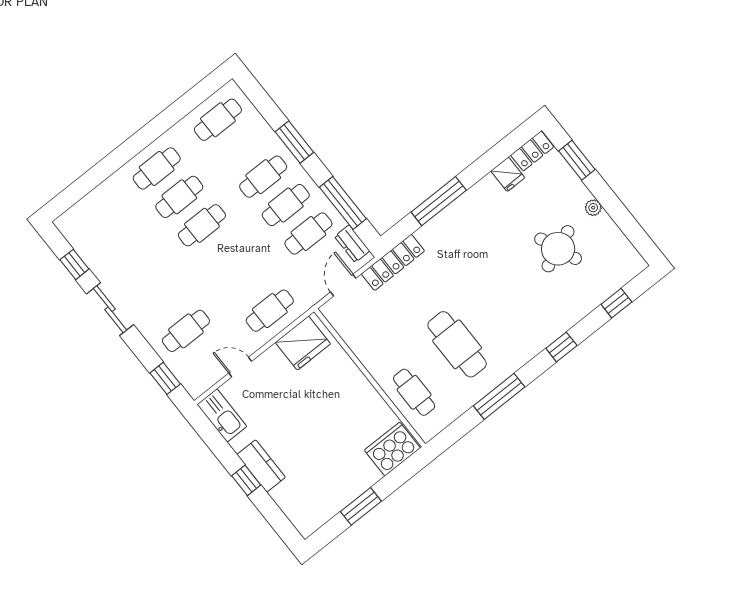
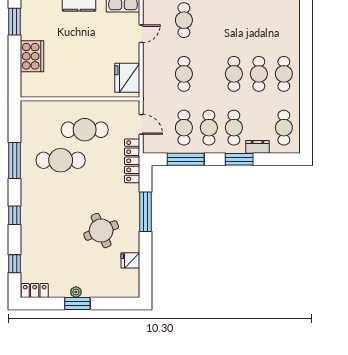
locker: (532, 151) -> (35, 290), moved, turned 90
window: (577, 160) -> (77, 304), moved
dresser: (352, 244) -> (258, 147), moved
round table: (558, 249) -> (101, 231), moved
cafe table: (270, 311) -> (184, 74), moved
cafe table: (414, 392) -> (85, 130), moved, width x1.37, depth x1.35
cooker: (392, 449) -> (32, 56), moved
window: (361, 506) -> (15, 22), moved

